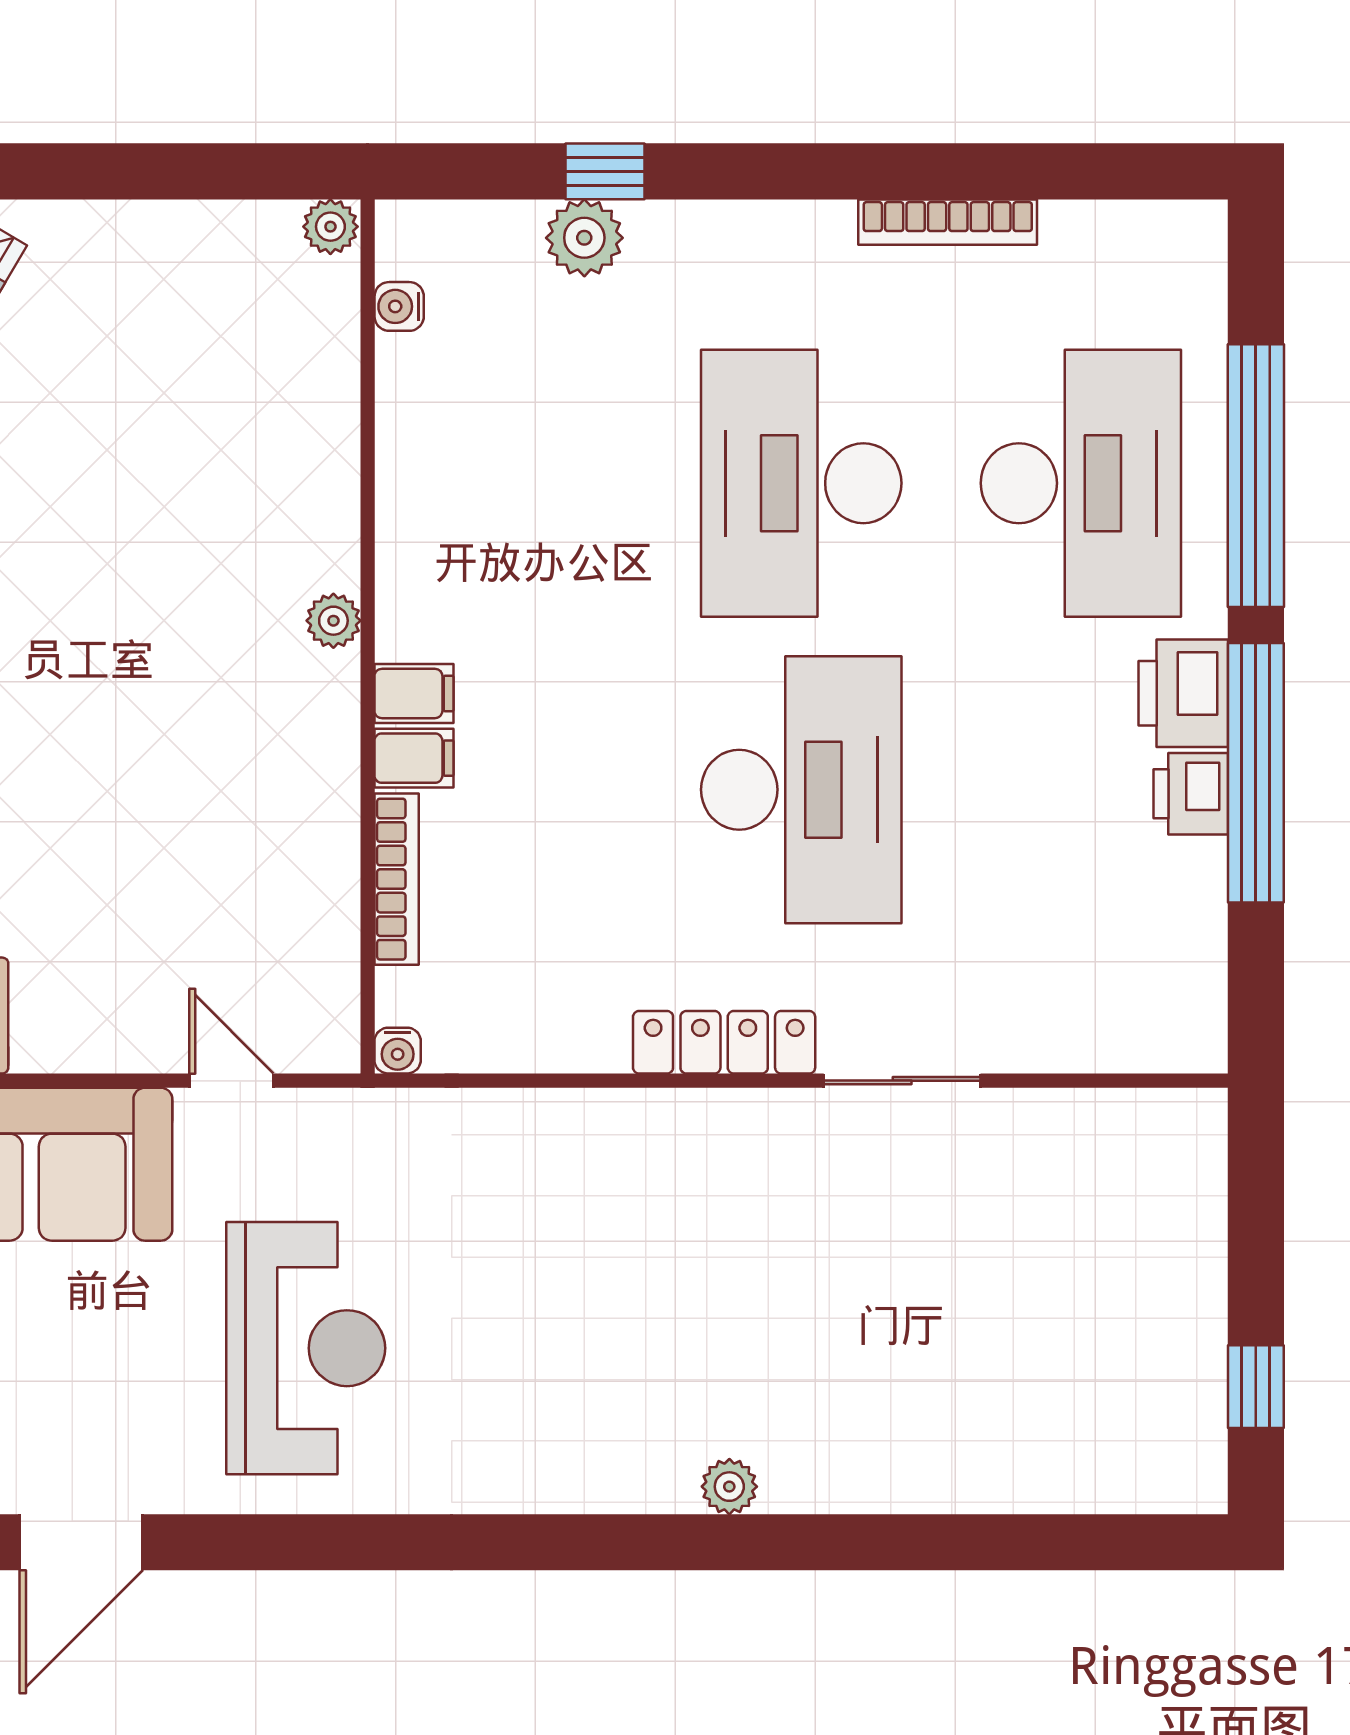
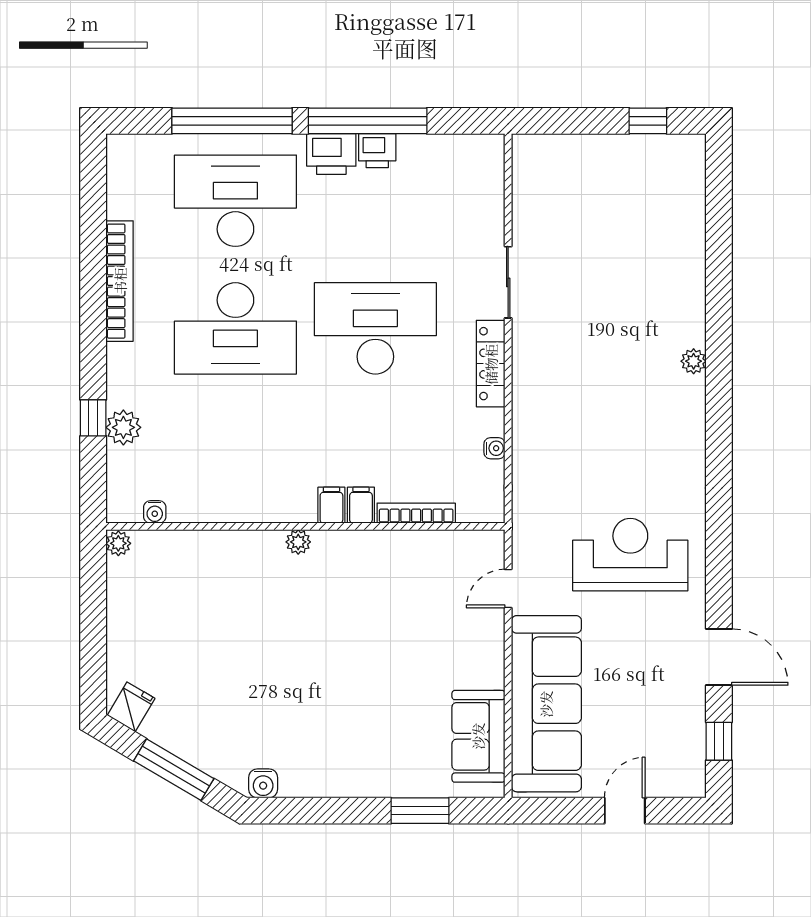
bookcase: (948, 222) -> (120, 281), width x1.48, depth x1.31
water cooler: (398, 1051) -> (494, 448), moved

